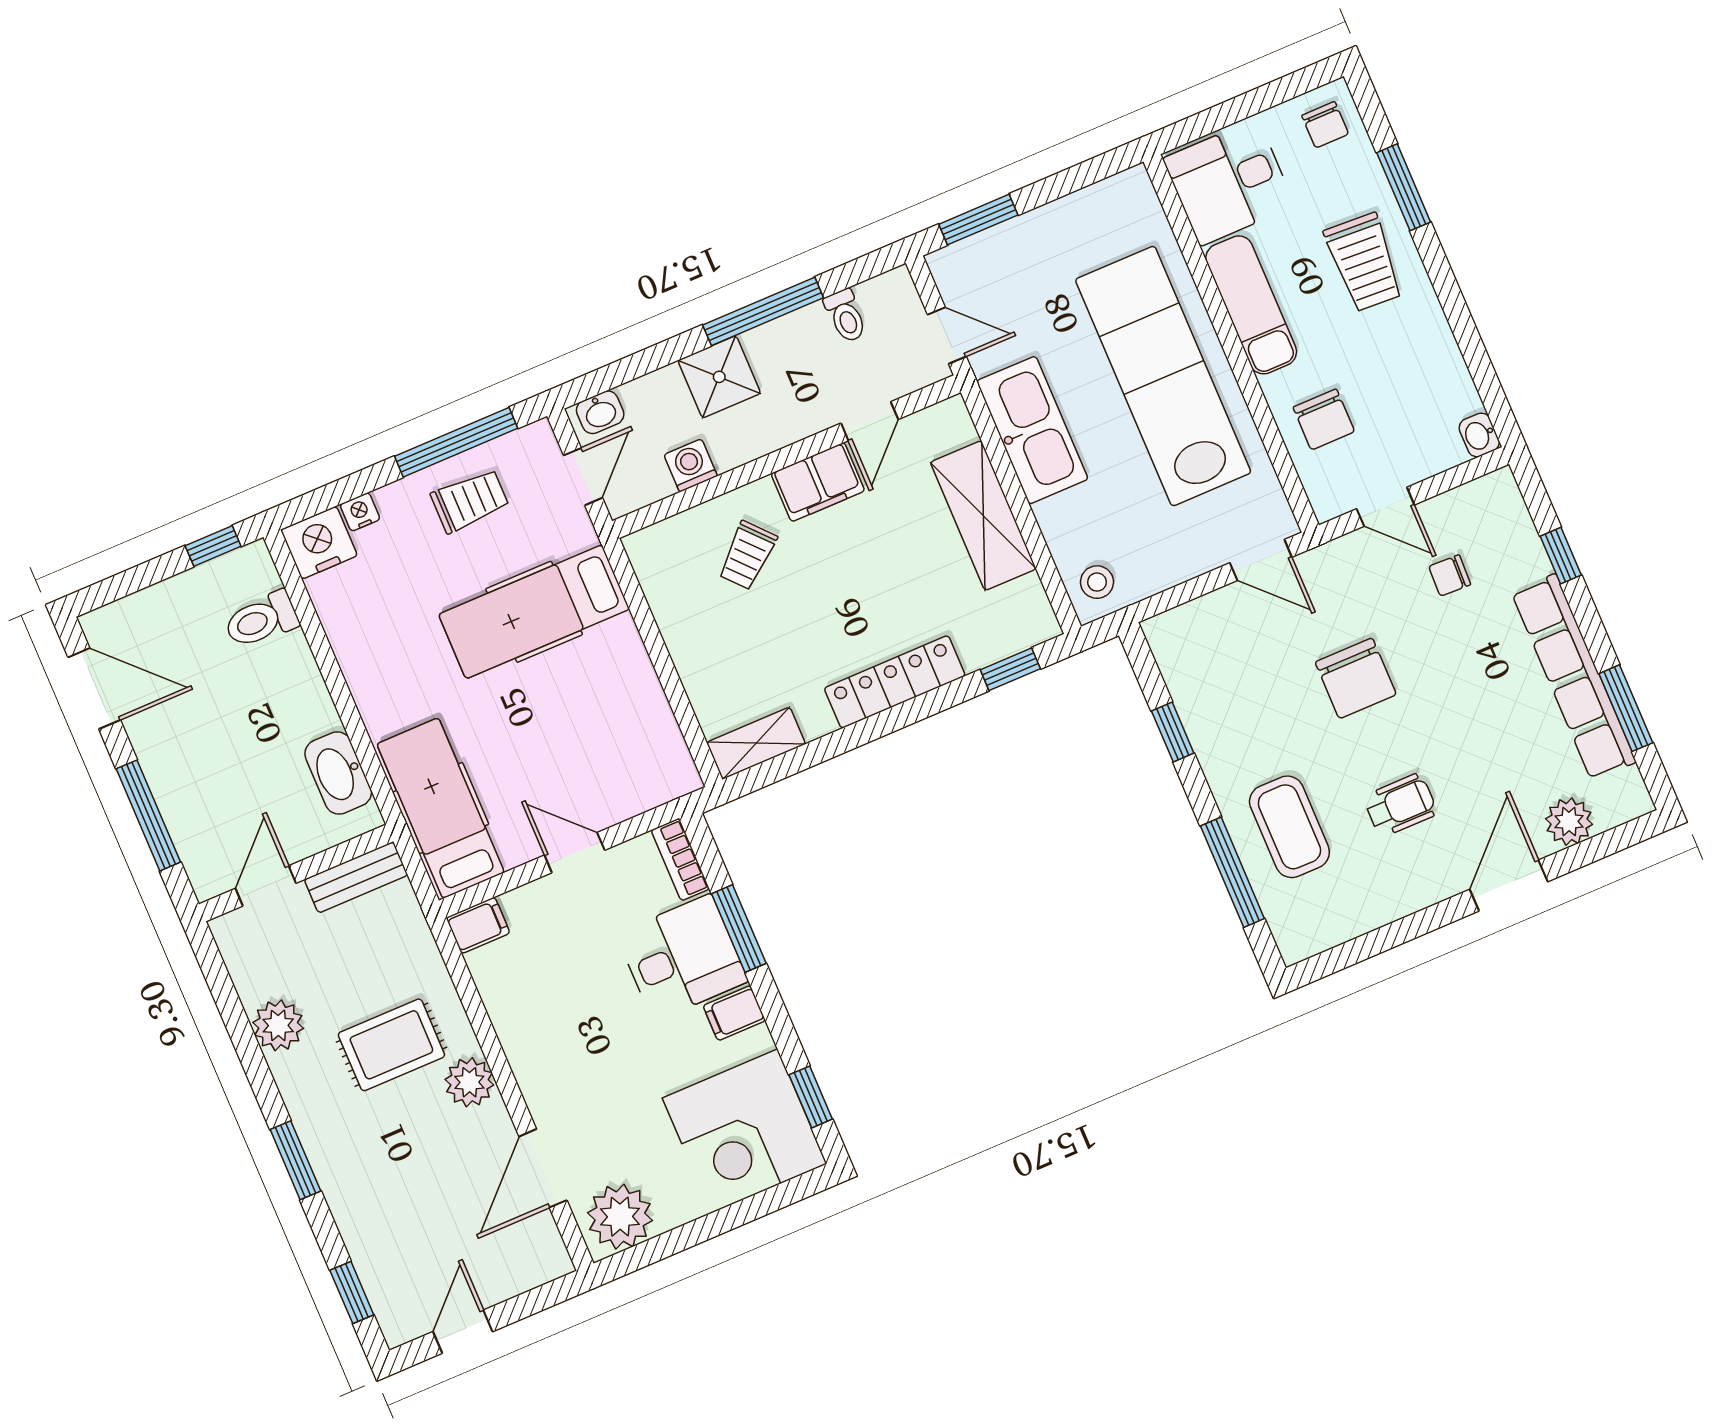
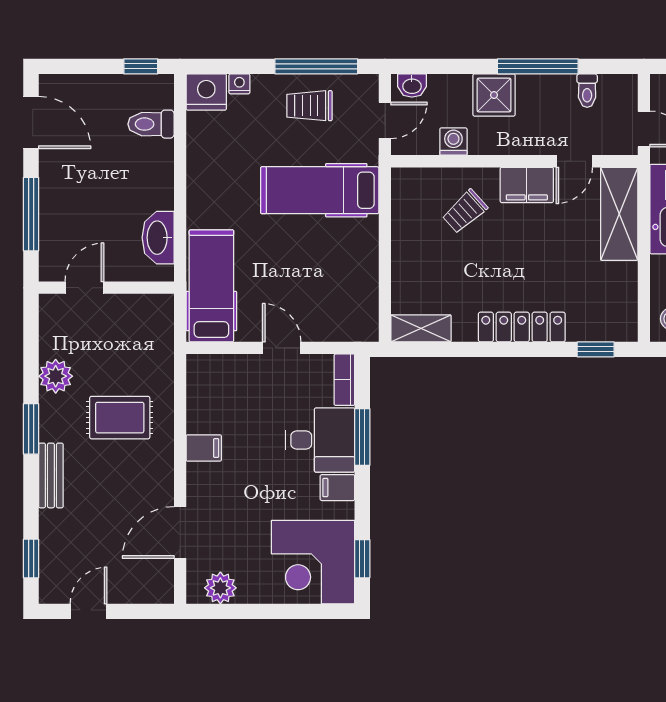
trolley: (470, 501) -> (309, 106), turned 180
shelving: (983, 516) -> (619, 214), moved
bench: (356, 877) -> (51, 475), moved, turned 90
filing cabinet: (478, 925) -> (204, 448), moved
plant: (469, 1082) -> (158, 461), removed
window: (295, 1160) -> (31, 429), moved
plant: (620, 1217) -> (220, 588), width x0.73, depth x0.73

